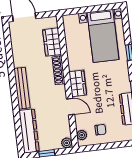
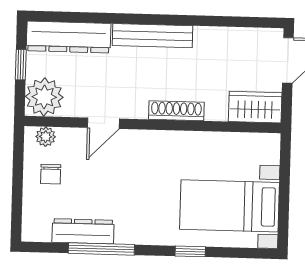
wardrobe: (52, 42) -> (255, 107), moved
wardrobe: (78, 83) -> (146, 144), removed
plant: (67, 143) -> (44, 97), width x1.88, depth x1.88

